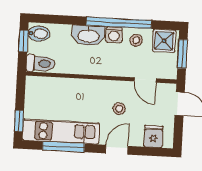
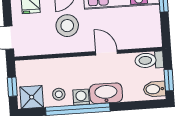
window: (182, 54) -> (12, 87), width x0.67
door: (145, 80) -> (106, 53), moved
stool: (119, 109) -> (67, 26), width x1.89, depth x1.89

